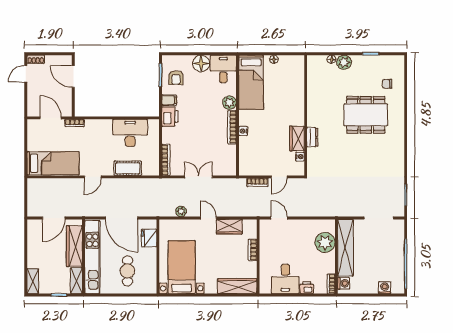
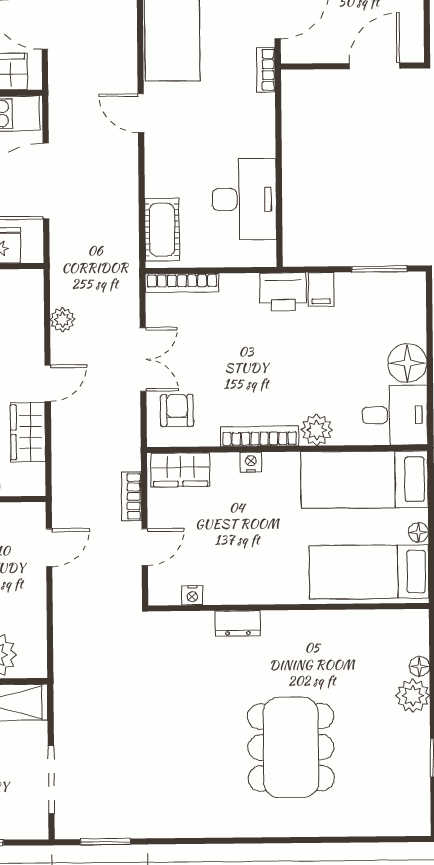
armchair: (176, 78) -> (177, 410), moved, turned 90
bed: (291, 81) -> (369, 572), added
chair: (387, 84) -> (364, 796), removed
wardrobe: (297, 139) -> (180, 470), moved, turned 180
cot: (128, 168) -> (162, 230), moved
door: (279, 177) -> (145, 547), swing flipped

